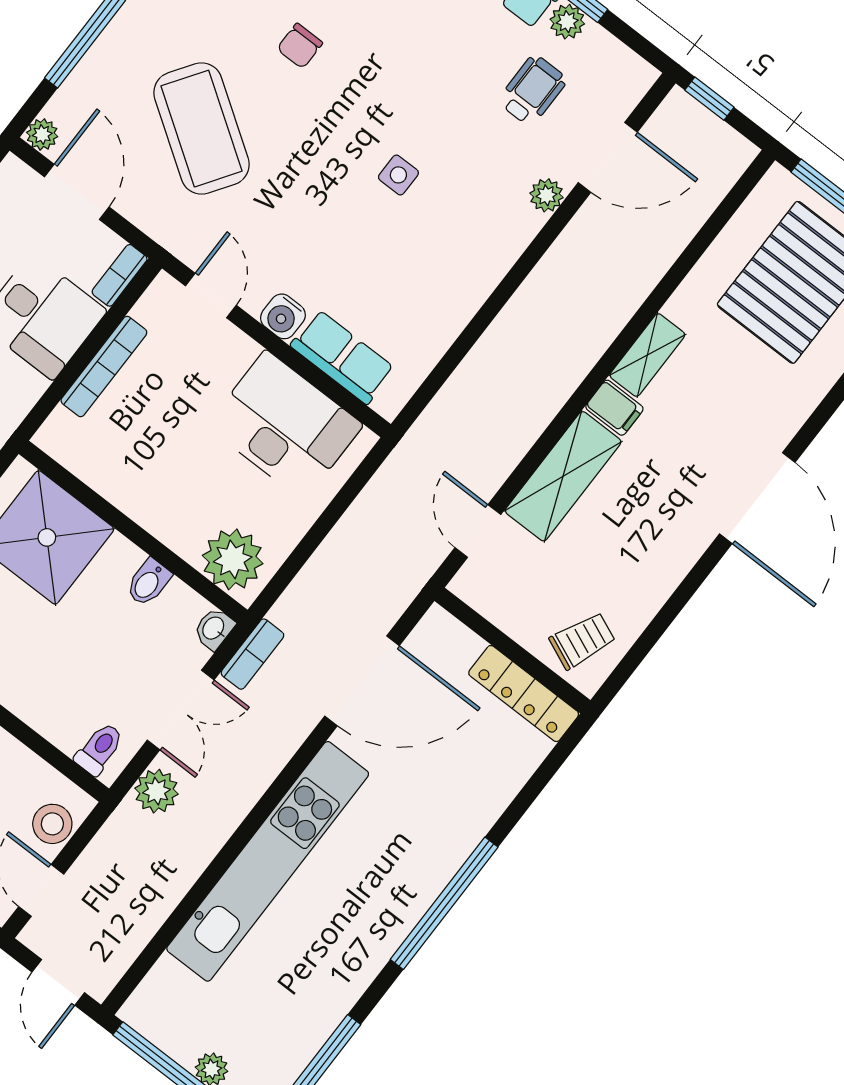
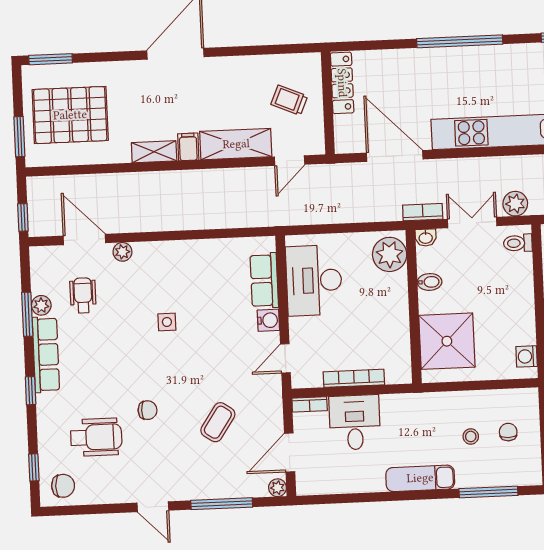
wheelchair: (532, 90) -> (83, 295), turned 90
coffee table: (202, 129) -> (218, 422), width x0.54, depth x0.58
trolley: (582, 641) -> (289, 100), moved

